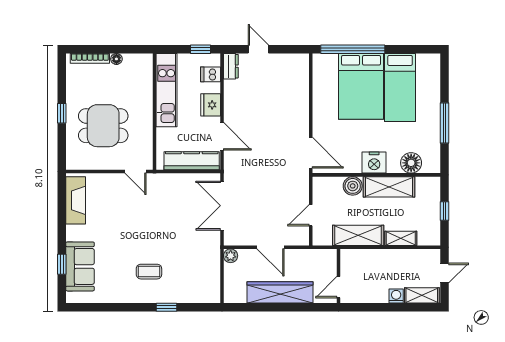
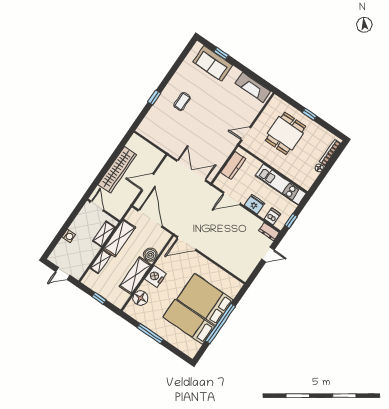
window: (353, 49) -> (220, 324), moved
kitchen counter: (192, 161) -> (233, 166), width x0.67
door: (311, 215) -> (150, 218), width x1.88
plant: (231, 256) -> (159, 155), removed
door: (445, 273) -> (63, 273), hinge flipped
shelving: (422, 295) -> (104, 234), moved

